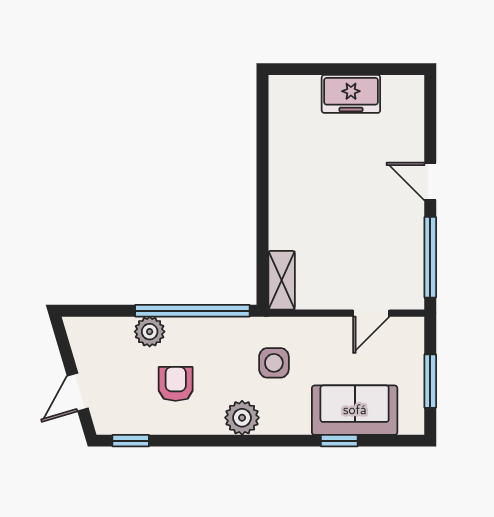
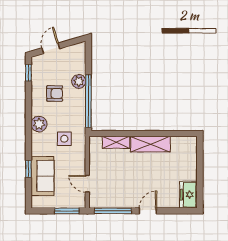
freezer: (351, 94) -> (188, 195), moved
shelving: (285, 176) -> (150, 144), added
shelving: (282, 280) -> (116, 142), moved
window: (430, 381) -> (67, 211), moved
door: (78, 392) -> (51, 48), hinge flipped

